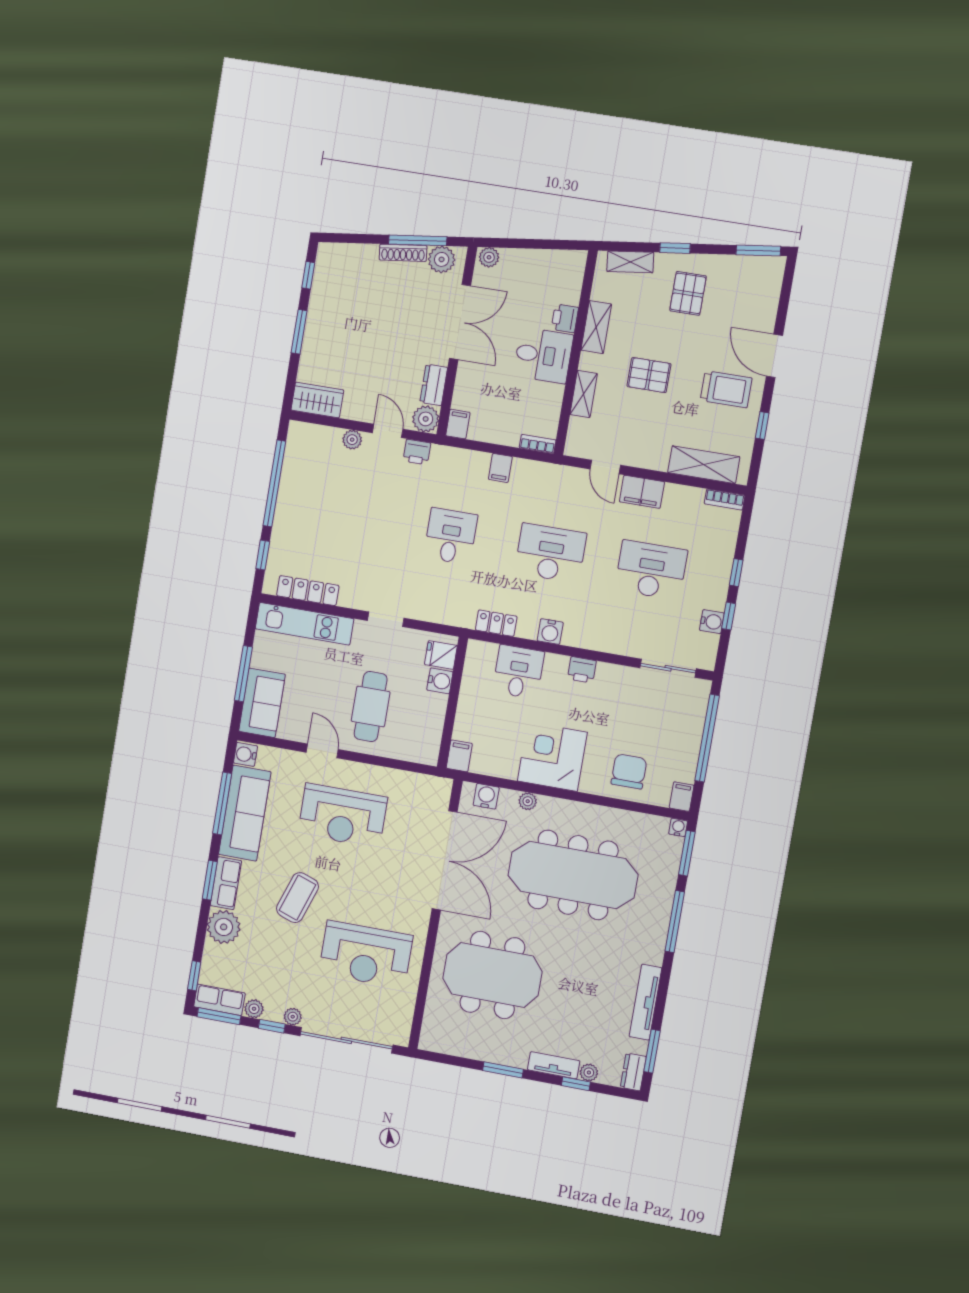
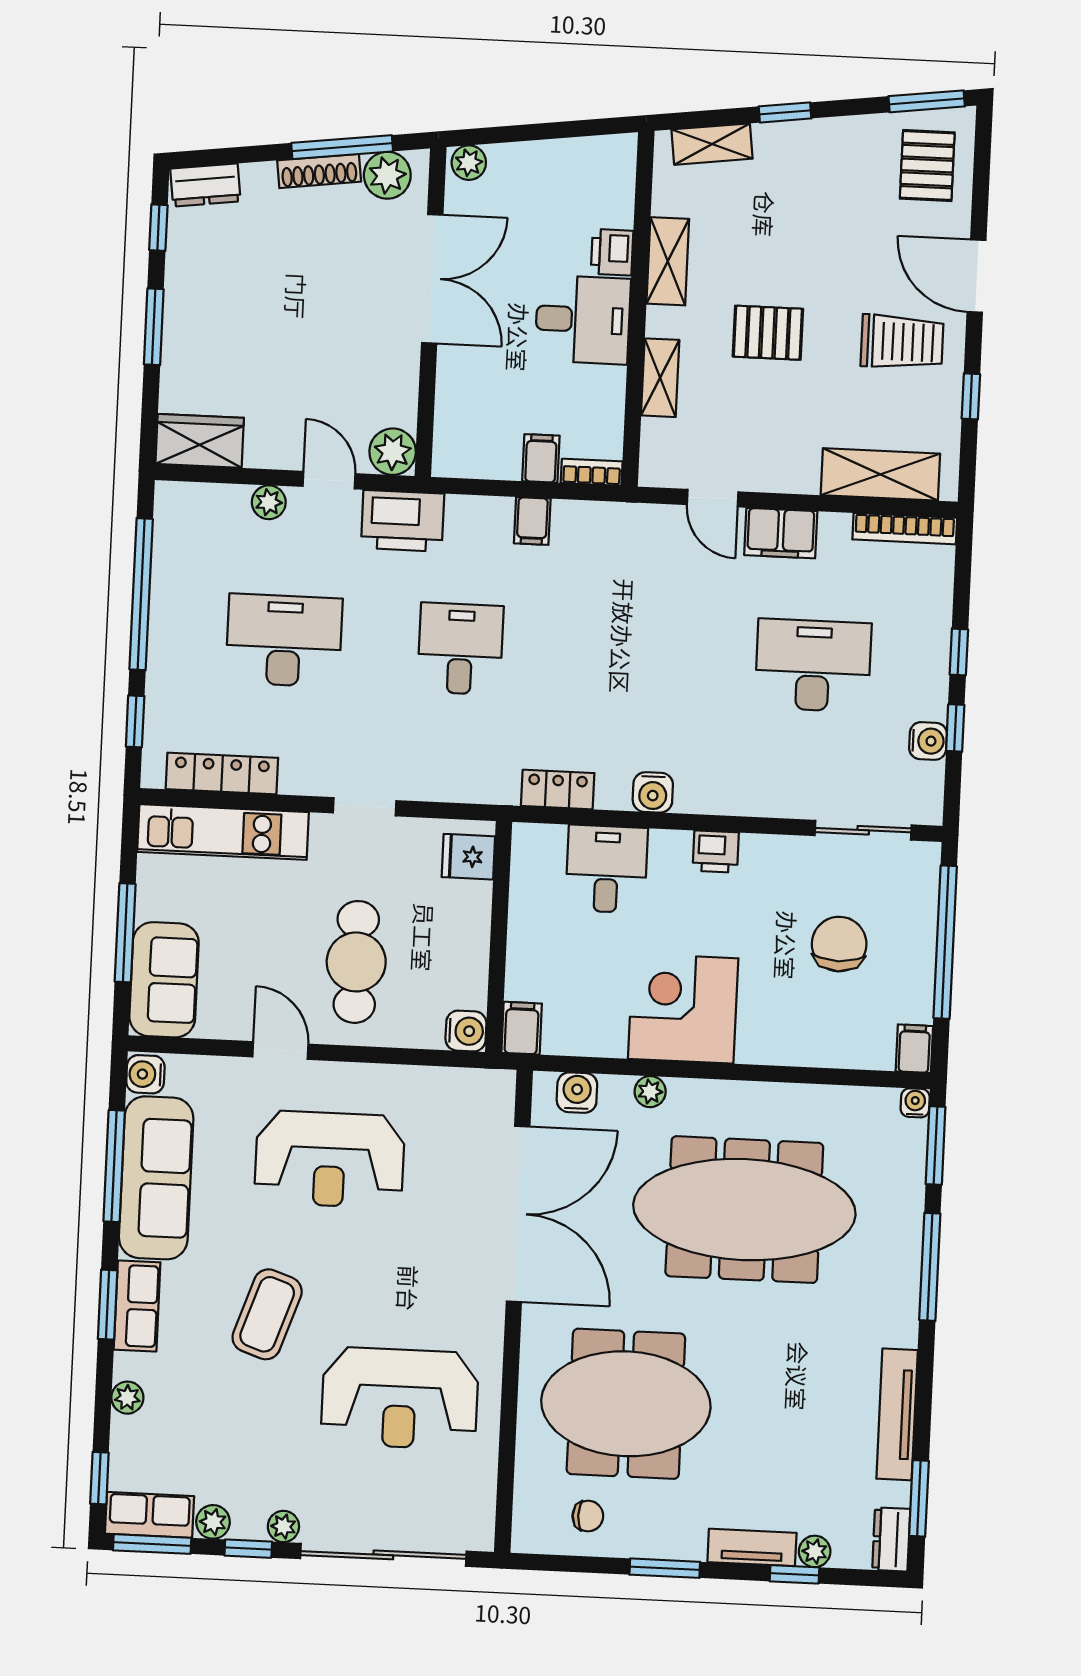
pallet: (688, 293) -> (927, 166), moved
dresser: (434, 385) -> (205, 185), moved, turned -97
filing cabinet: (458, 424) -> (541, 458), moved
printer: (417, 452) -> (403, 521), width x1.87, depth x1.48
bookcase: (725, 499) -> (905, 529), width x1.56
desk: (550, 553) -> (284, 640), moved
water cooler: (440, 681) -> (466, 1031), moved
chair: (629, 771) -> (839, 944), moved
plant: (224, 927) -> (127, 1398), width x0.53, depth x0.53
chair: (463, 1035) -> (588, 1516), added

